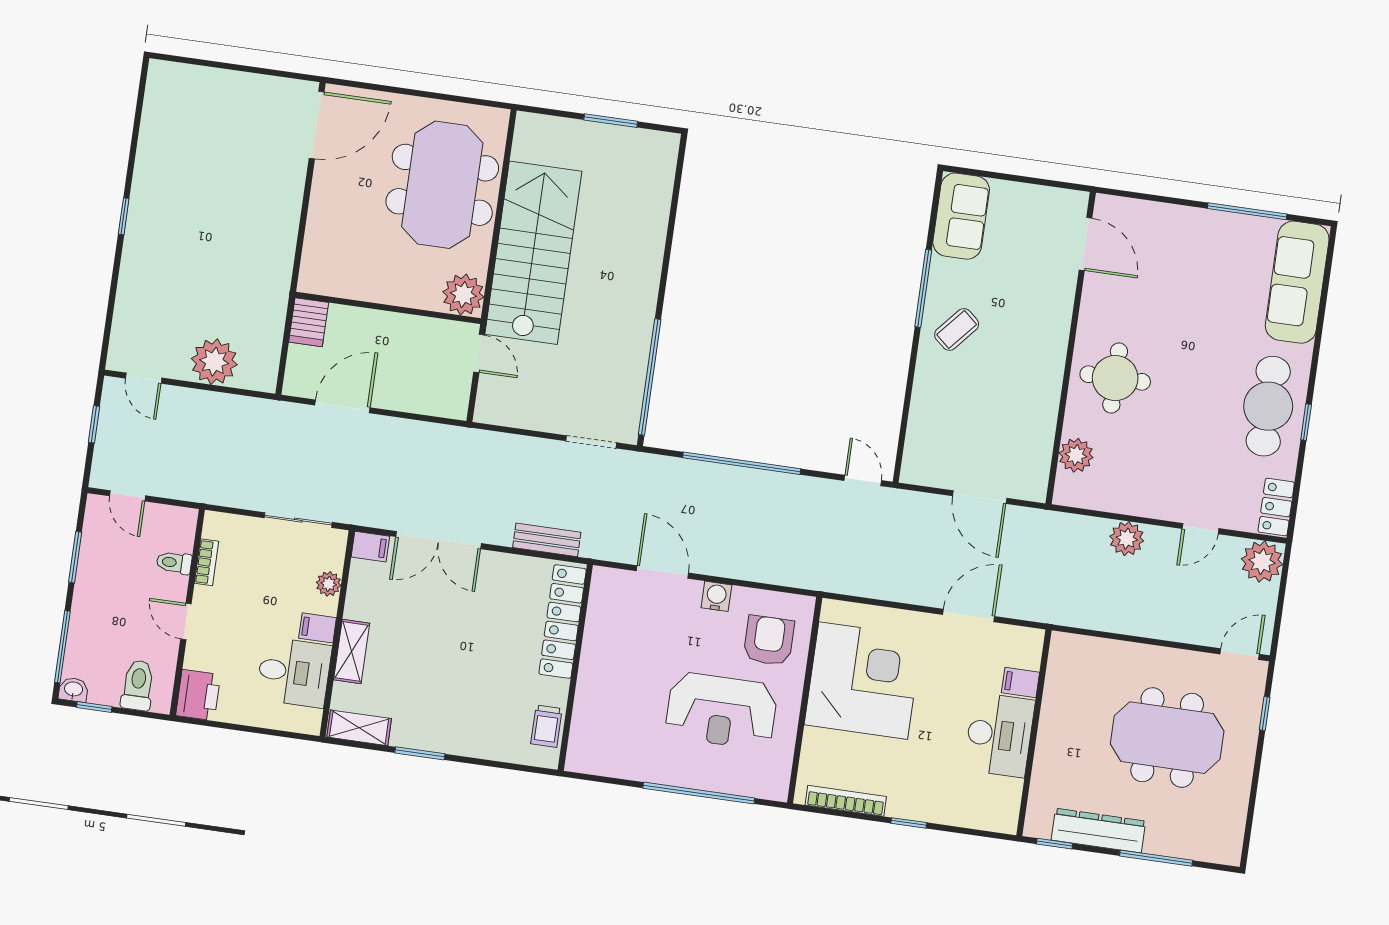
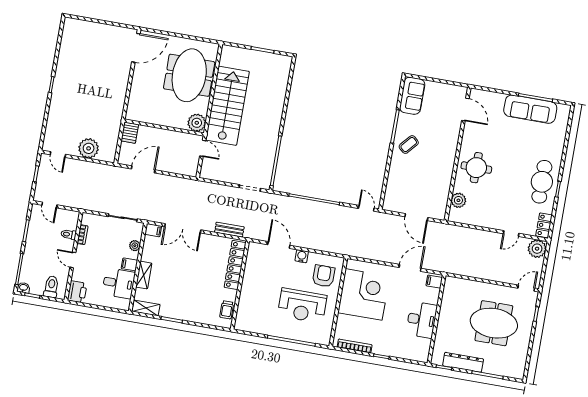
sofa: (1297, 282) -> (530, 109), moved, turned -90
plant: (1127, 539) -> (479, 237), removed
filing cabinet: (1021, 683) -> (434, 282), moved

